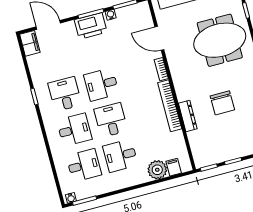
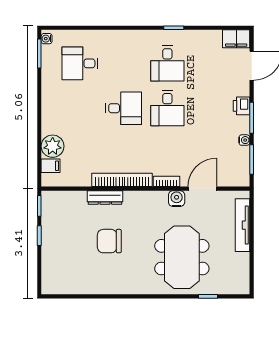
printer: (91, 26) -> (241, 106), width x0.53, depth x0.68
water cooler: (173, 57) -> (177, 199), added
desk: (101, 84) -> (167, 108), turned 180
desk: (65, 94) -> (167, 63), turned 90
desk: (74, 130) -> (124, 63), removed
desk: (120, 156) -> (80, 108), removed
desk: (84, 165) -> (80, 63), turned 90

